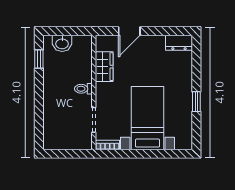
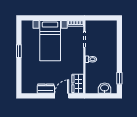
dresser: (179, 43) -> (46, 89), moved
wardrobe: (104, 67) -> (78, 84), moved

